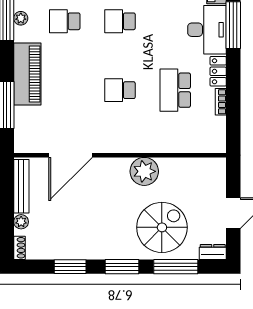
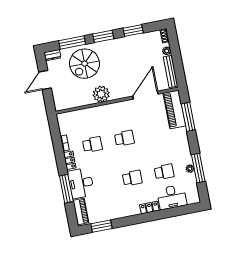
piano: (27, 74) -> (174, 109), moved
school desk: (175, 90) -> (92, 145), width x0.54

